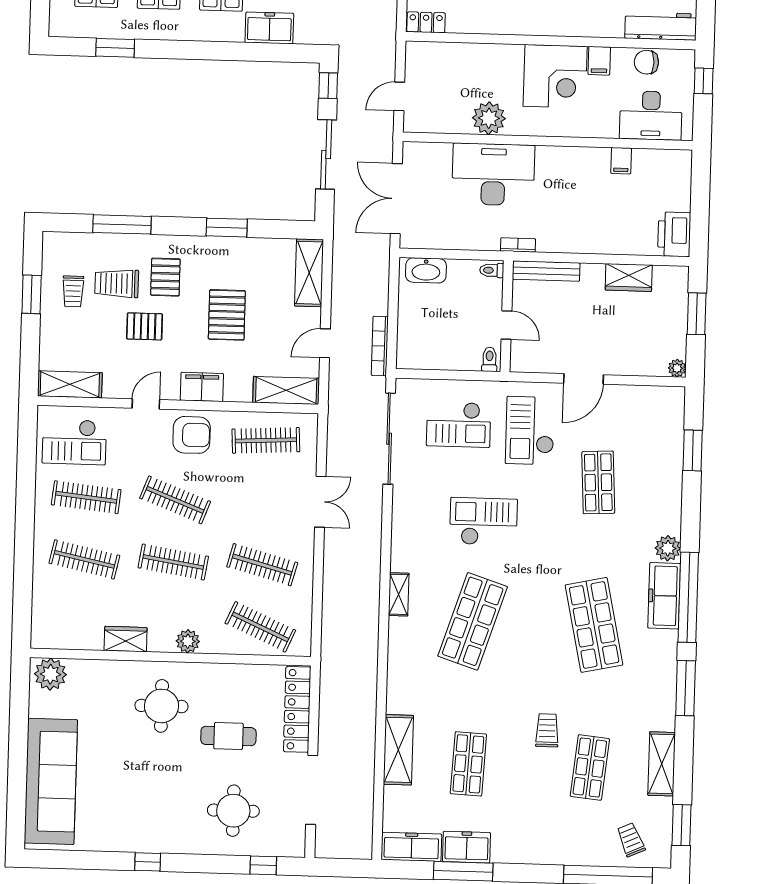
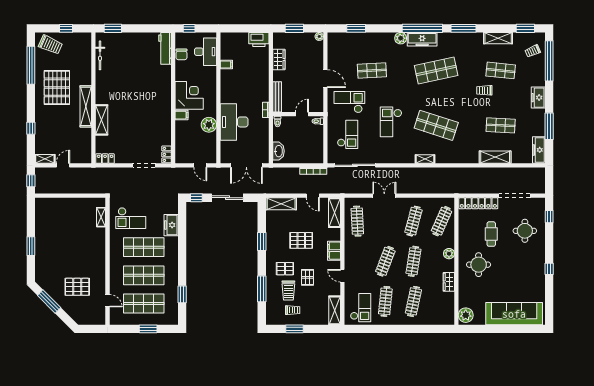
filing cabinet: (599, 61) -> (181, 115), moved
checkout: (530, 431) -> (349, 102), turned 180
armchair: (192, 435) -> (356, 255), removed
freezer: (467, 847) -> (538, 98), moved

